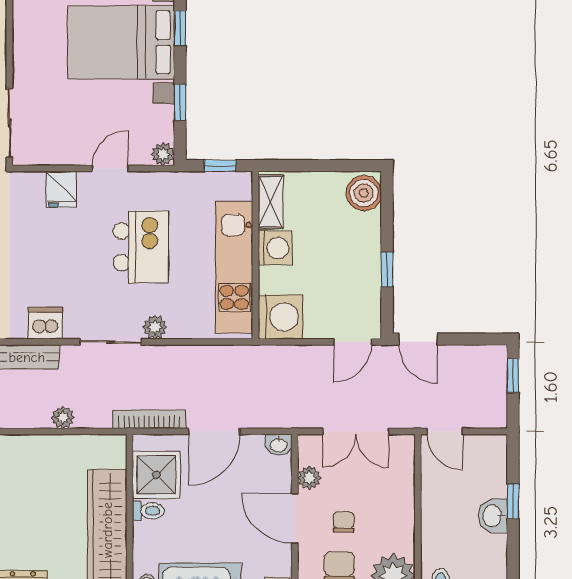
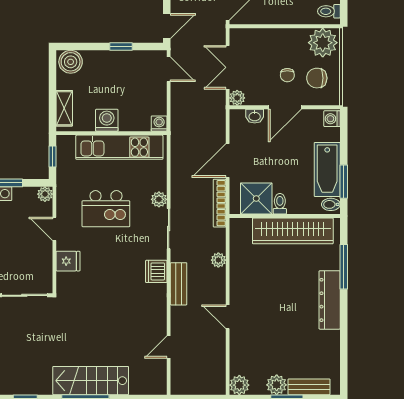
shelving: (271, 202) -> (64, 108), moved, turned 90
kitchen island: (141, 247) -> (106, 209), turned 180
washing machine: (281, 317) -> (159, 124), width x0.53, depth x0.53
door: (214, 431) -> (228, 160), swing flipped
double door: (356, 431) -> (228, 67), swing flipped
washbasin: (279, 445) -> (255, 116), moved, turned 90
plant: (309, 478) -> (237, 98), moved
chair: (344, 522) -> (287, 75), turned -90

